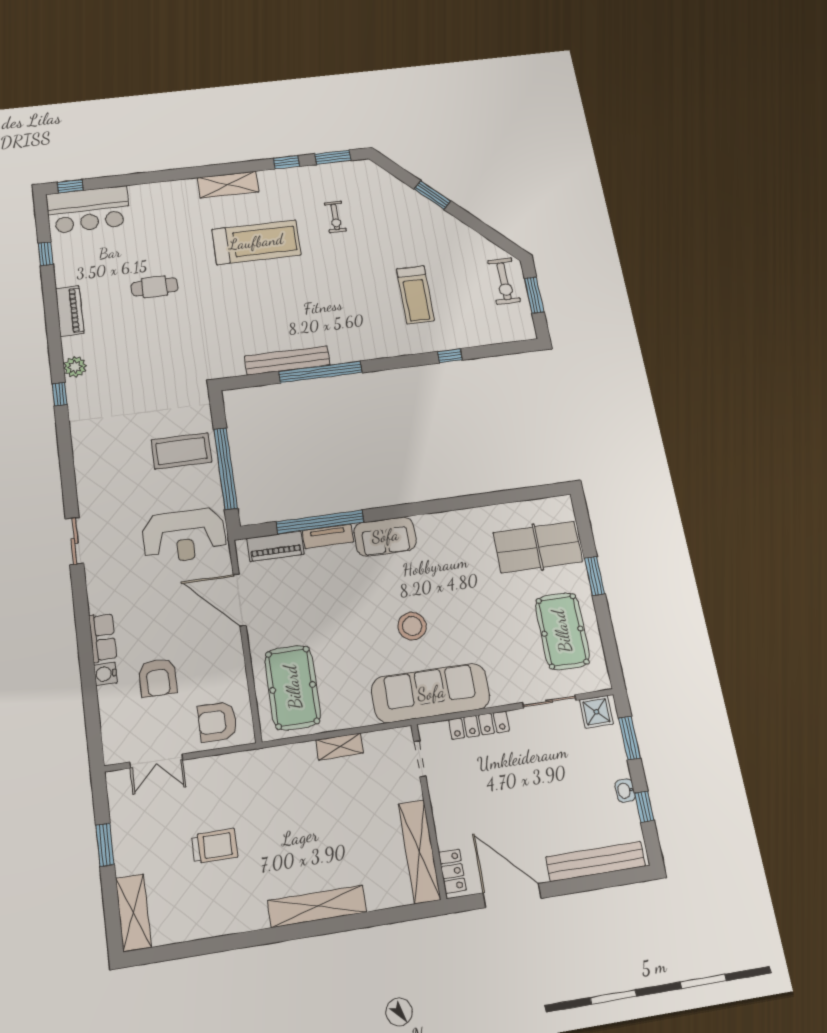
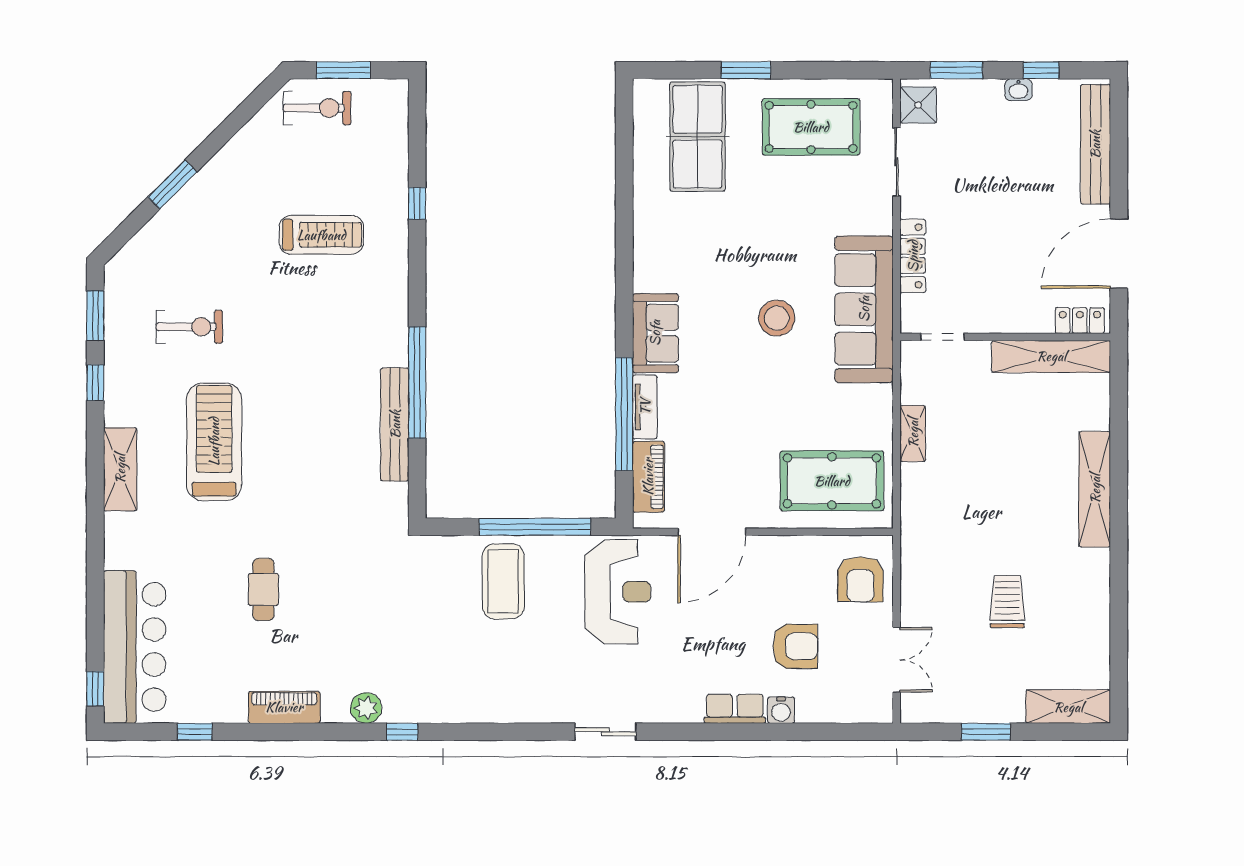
bar counter: (88, 210) -> (135, 647), width x1.36
exercise bike: (335, 217) -> (189, 327), width x1.38, depth x1.39

